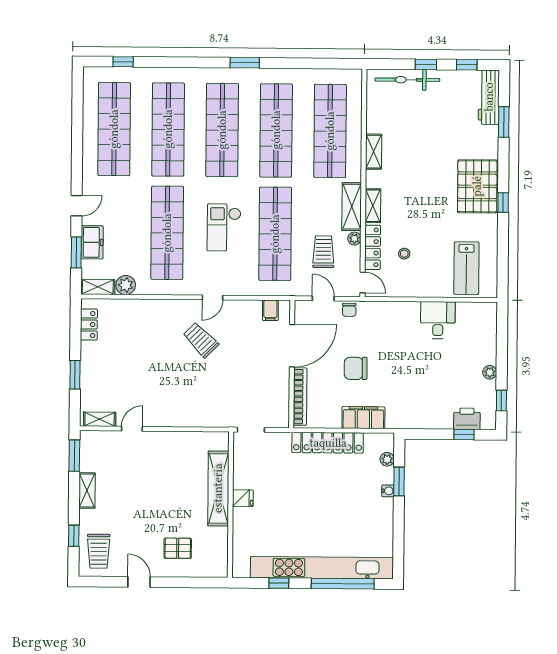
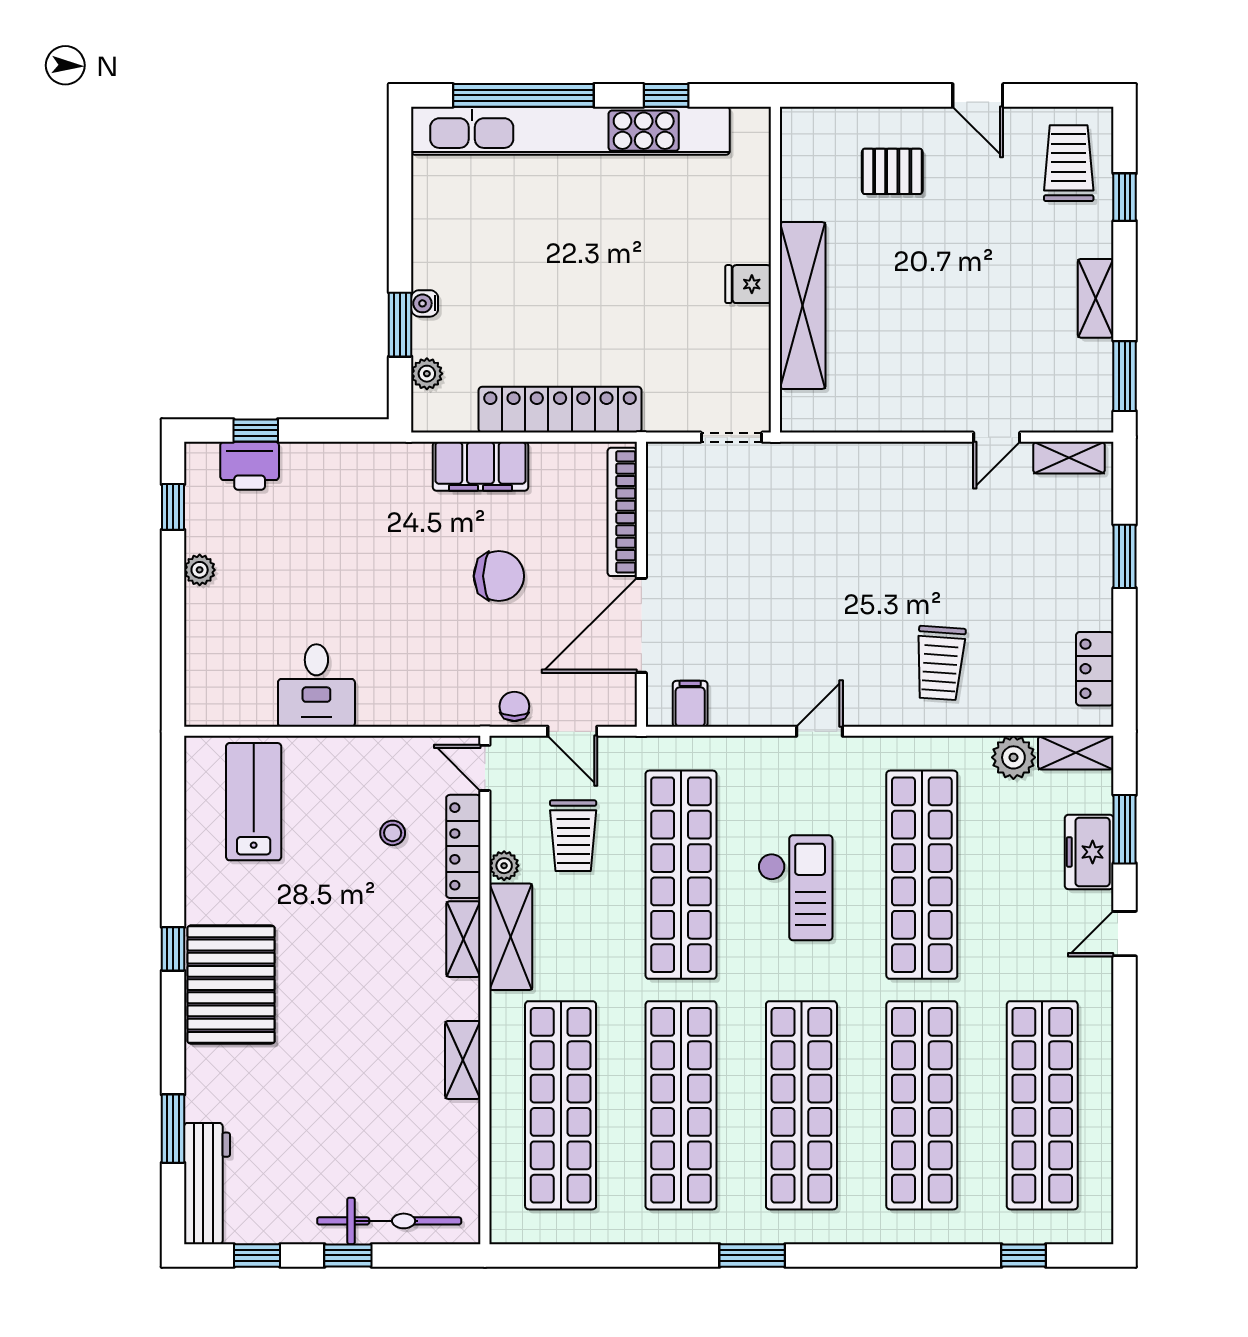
trolley: (201, 340) -> (940, 663), moved, turned 49

